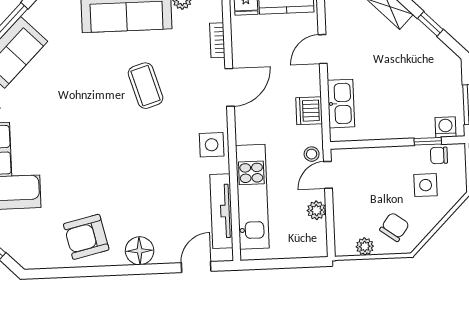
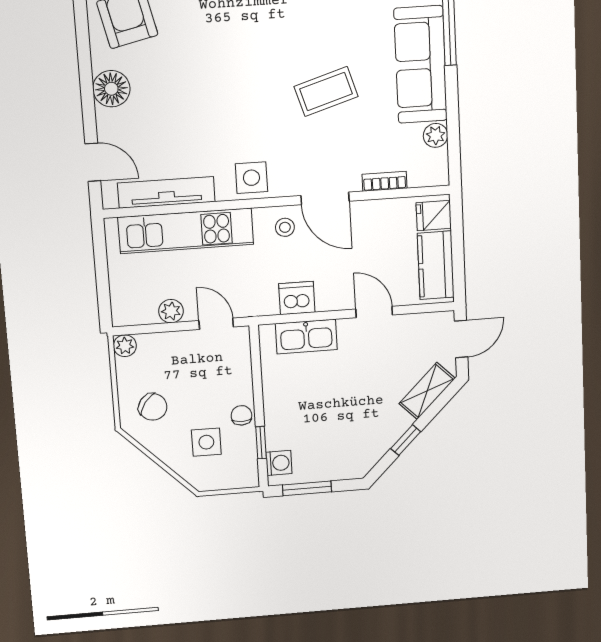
stool: (312, 154) -> (285, 227), moved
chair: (439, 155) -> (241, 415), moved
plant: (365, 246) -> (125, 346), moved

